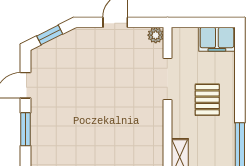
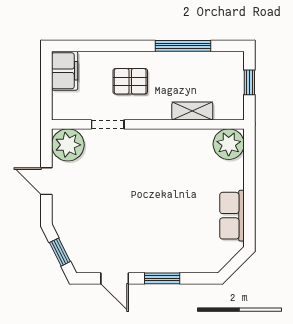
plant: (156, 35) -> (68, 145), width x1.88, depth x1.88
doorway: (167, 79) -> (108, 124), width x0.73

